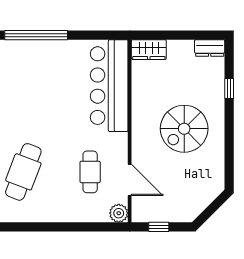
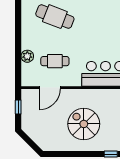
plant: (119, 213) -> (27, 56), moved

